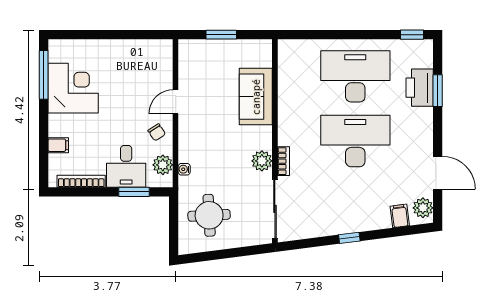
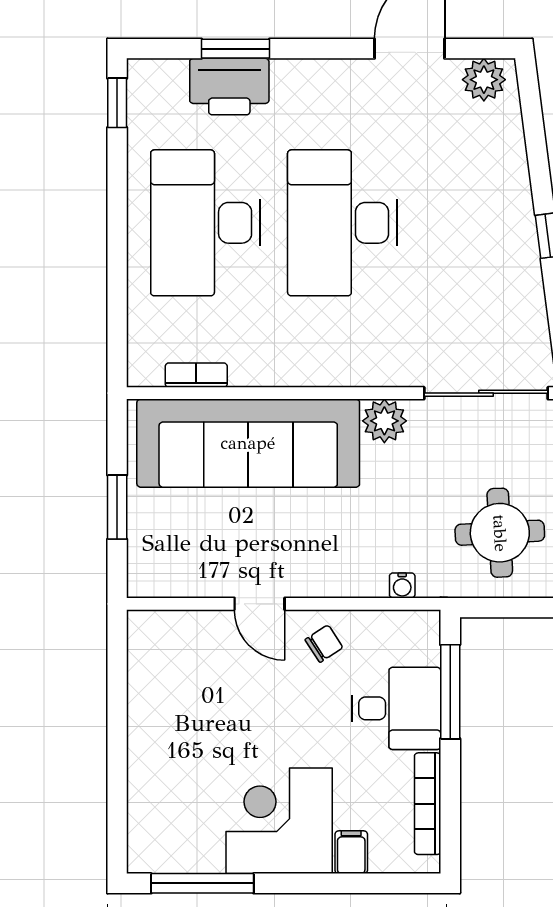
corner desk: (73, 88) -> (279, 821), moved
sofa: (256, 97) -> (248, 443), width x1.85, depth x1.27
bookcase: (283, 161) -> (196, 375), moved
plant: (163, 165) -> (393, 631), removed
window: (134, 192) -> (450, 692), width x1.44
filing cabinet: (400, 216) -> (501, 129), removed

